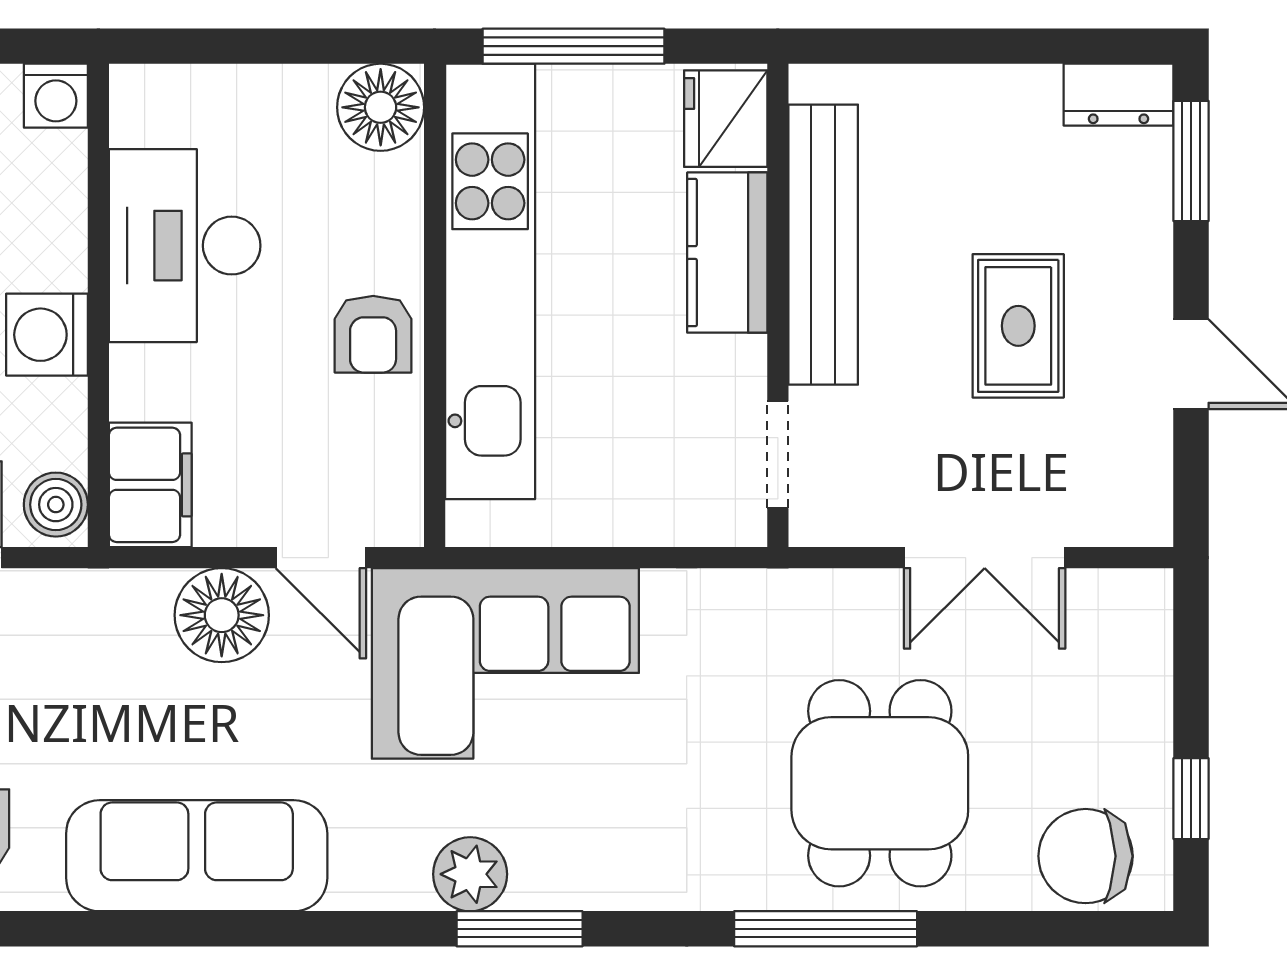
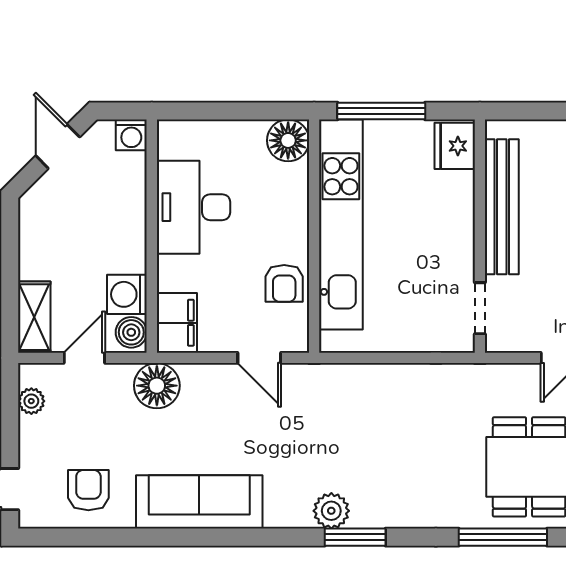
kitchen counter: (727, 253) -> (455, 211), removed
armchair: (373, 334) -> (284, 283), moved
washing machine: (47, 335) -> (127, 294), moved
floor lamp: (222, 615) -> (157, 386), moved
corner sofa: (505, 663) -> (348, 409), removed

